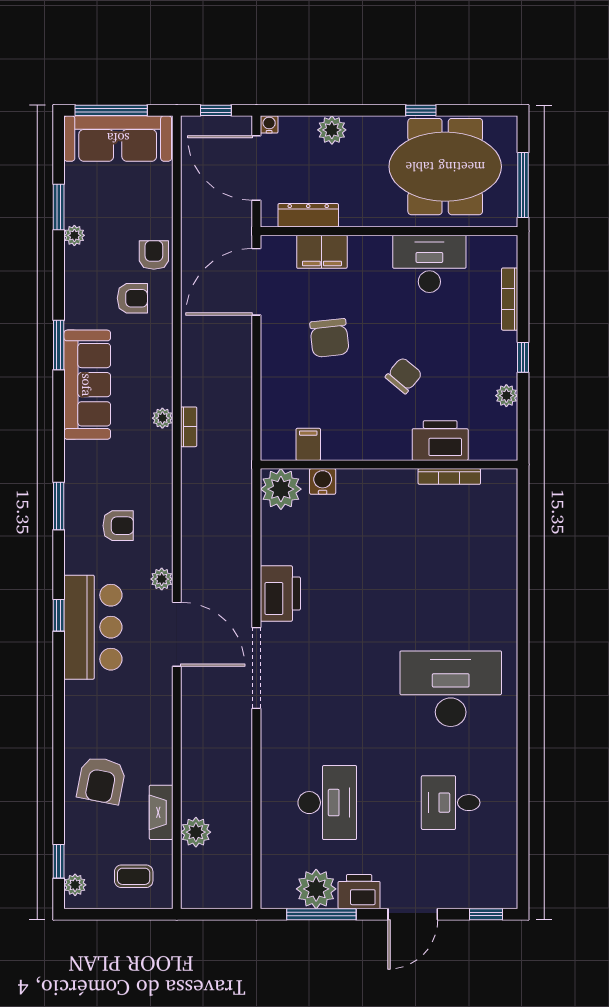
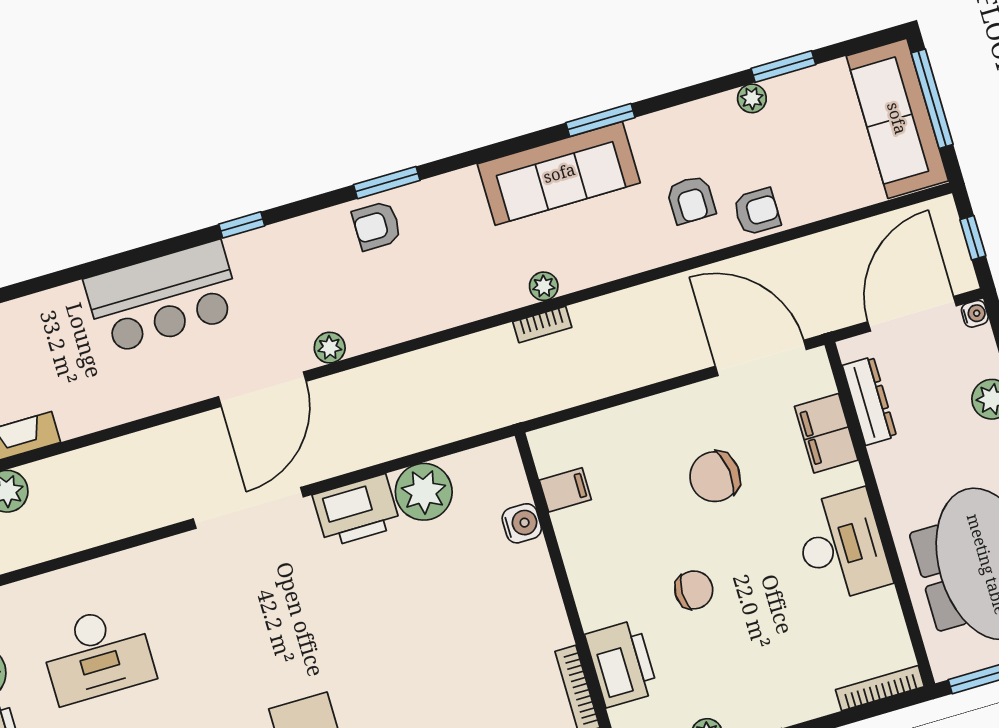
desk: (429, 264) -> (842, 546), moved
bookcase: (510, 299) -> (880, 688), moved
chair: (404, 375) -> (694, 590), turned -40
plant: (281, 489) -> (424, 492), moved
armchair: (118, 526) -> (377, 226), moved, turned 90
bar counter: (93, 627) -> (163, 297), moved
armchair: (101, 780) -> (39, 346), removed

